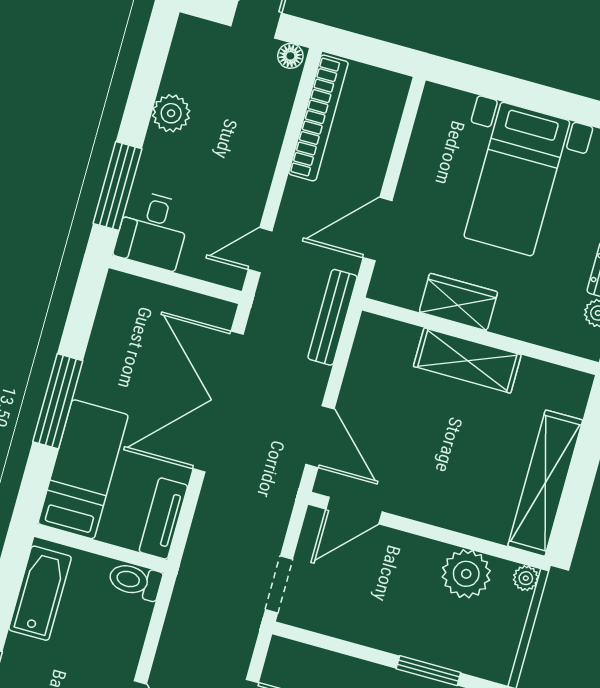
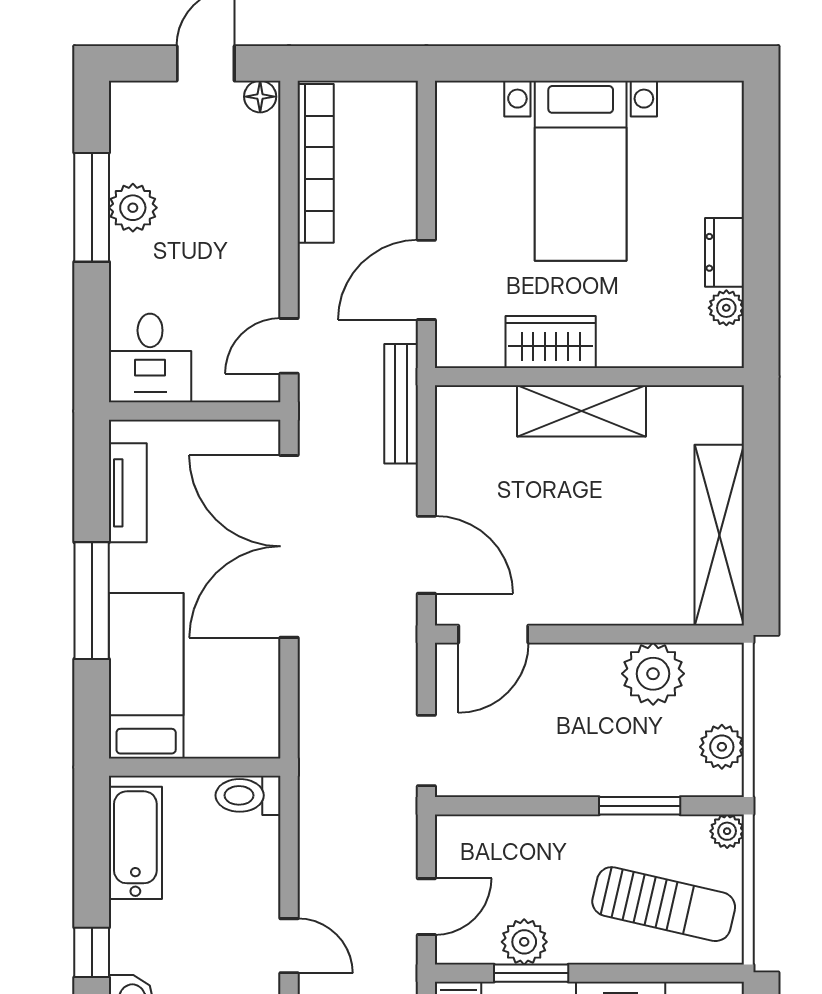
window: (117, 186) -> (92, 207), moved
tv unit: (163, 518) -> (128, 493), moved, turned 180
plant: (526, 578) -> (722, 747), moved, width x1.38, depth x1.38

